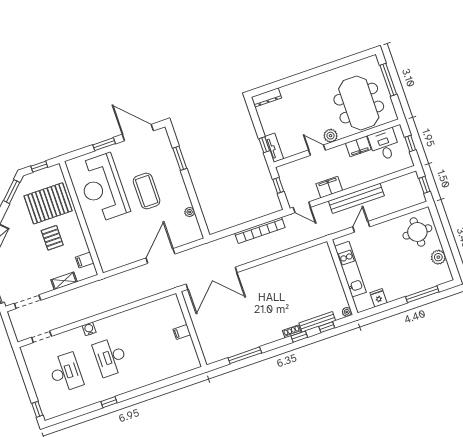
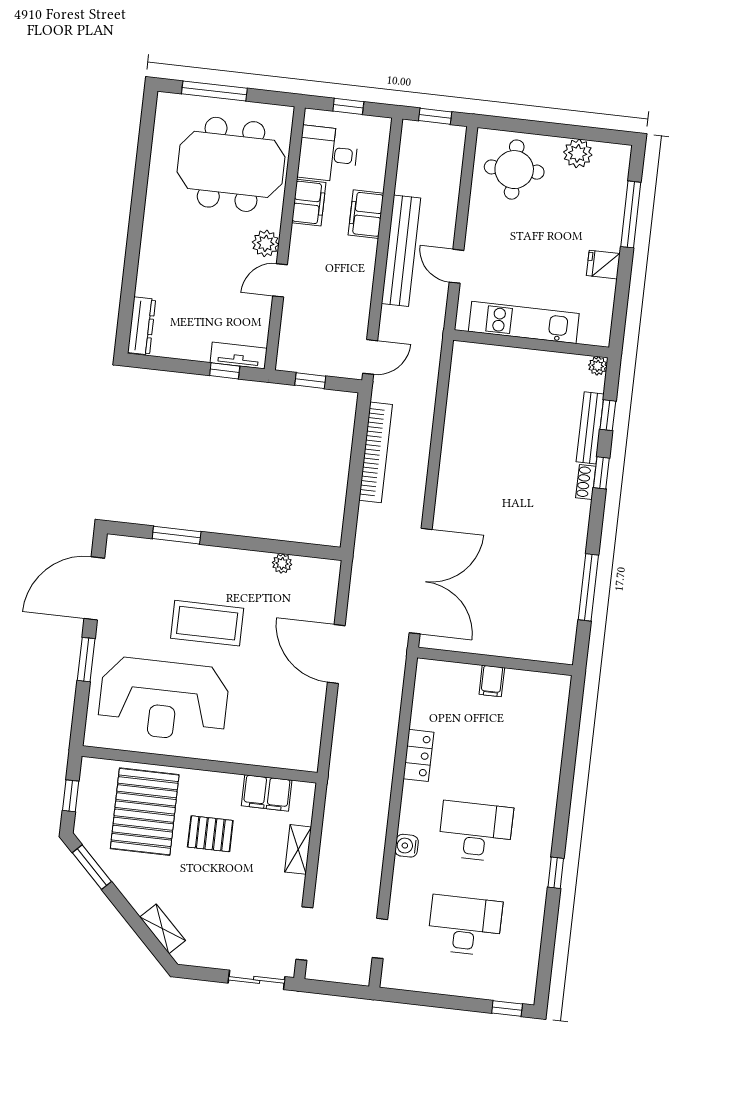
filing cabinet: (329, 187) -> (366, 214), moved
filing cabinet: (85, 260) -> (267, 793), width x2.00
fridge: (378, 298) -> (603, 265), moved
locker: (132, 315) -> (418, 755), added
desk: (110, 357) -> (476, 831), turned 180

